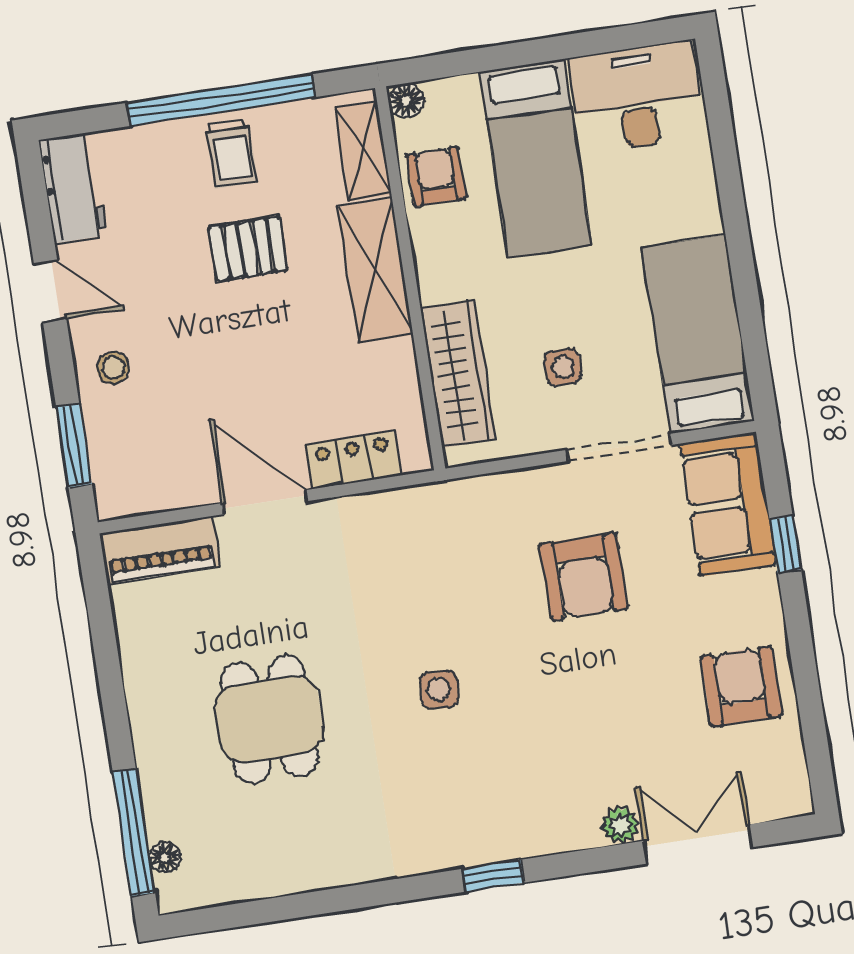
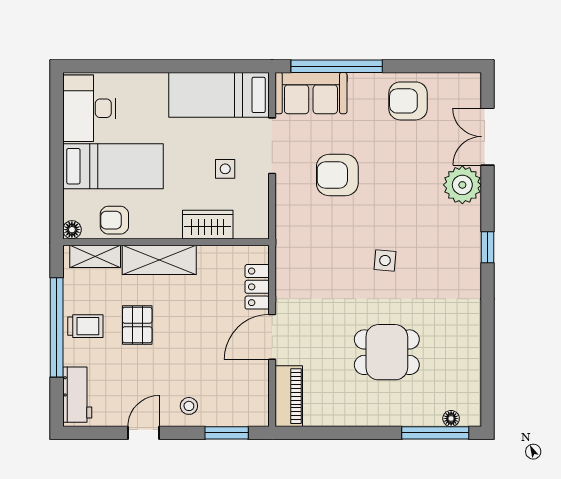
workbench: (73, 188) -> (77, 395), moved, turned 90
wardrobe: (458, 374) -> (208, 225), width x0.67
window: (785, 544) -> (337, 66), width x3.17
armchair: (584, 577) -> (337, 175), turned 180
plant: (620, 825) -> (462, 185), width x1.88, depth x1.88

